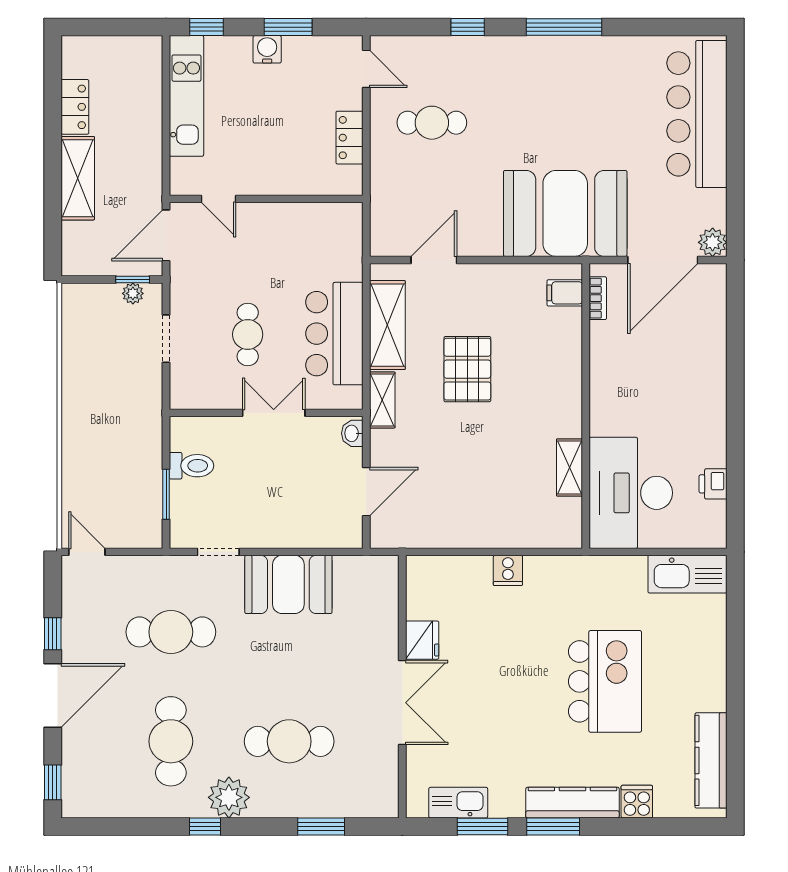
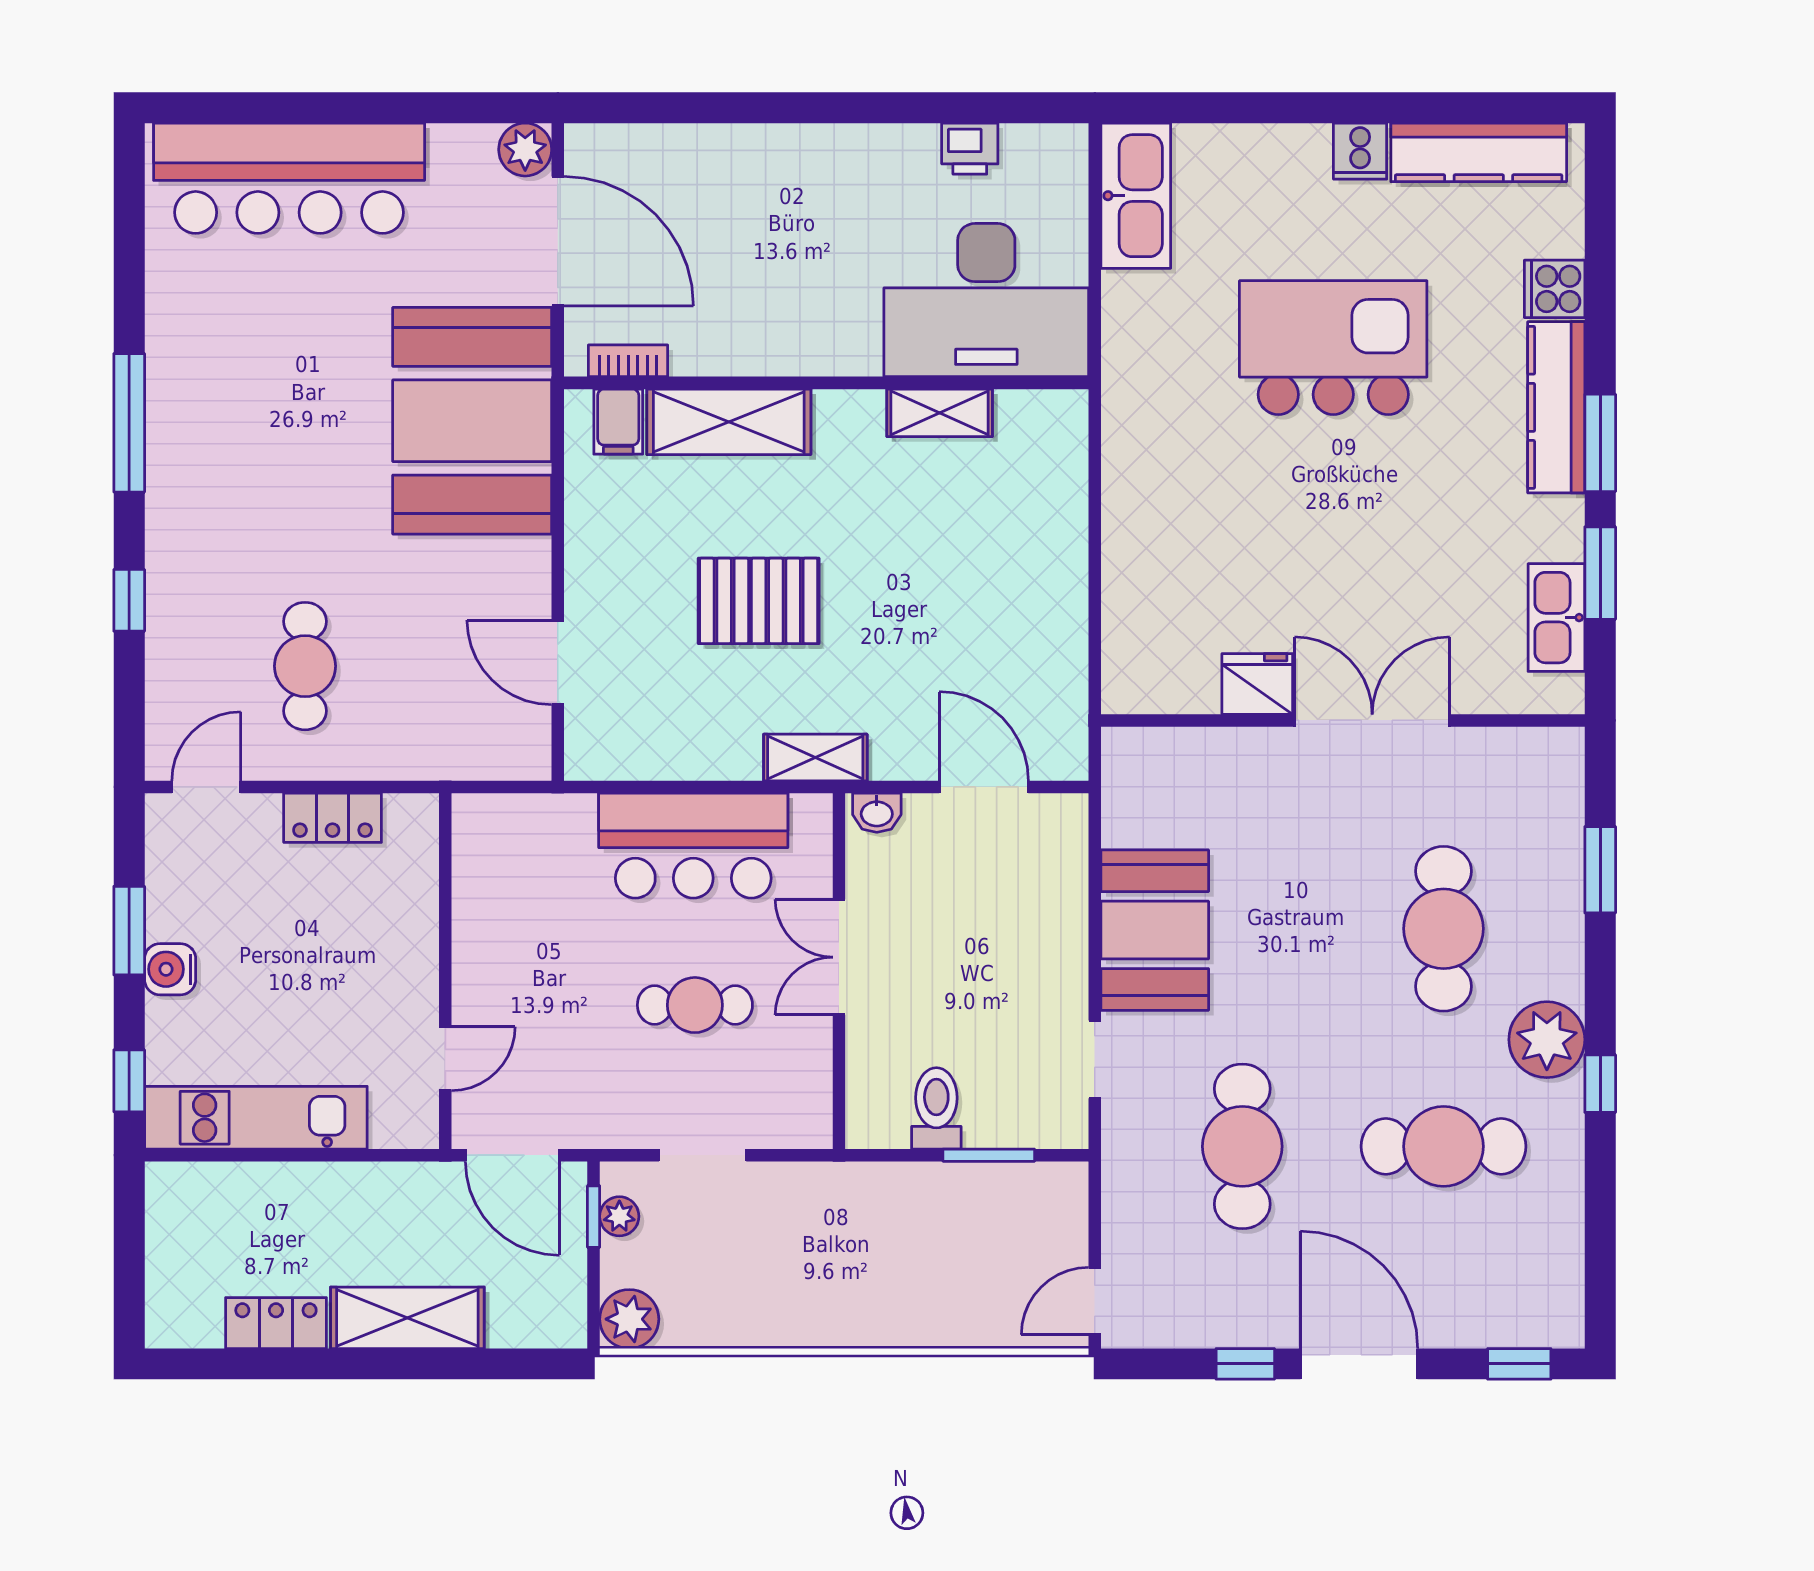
plant: (77, 299) -> (629, 1319), added
shelving: (387, 325) -> (729, 422), moved
cooker: (508, 570) -> (1360, 151), moved, turned 90

